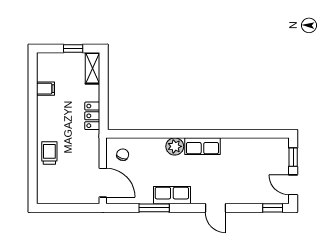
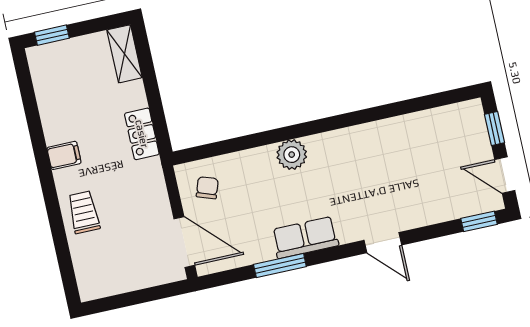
window: (73, 48) -> (52, 35), moved
filing cabinet: (45, 89) -> (64, 155), moved
row of seats: (202, 146) -> (338, 144), removed

